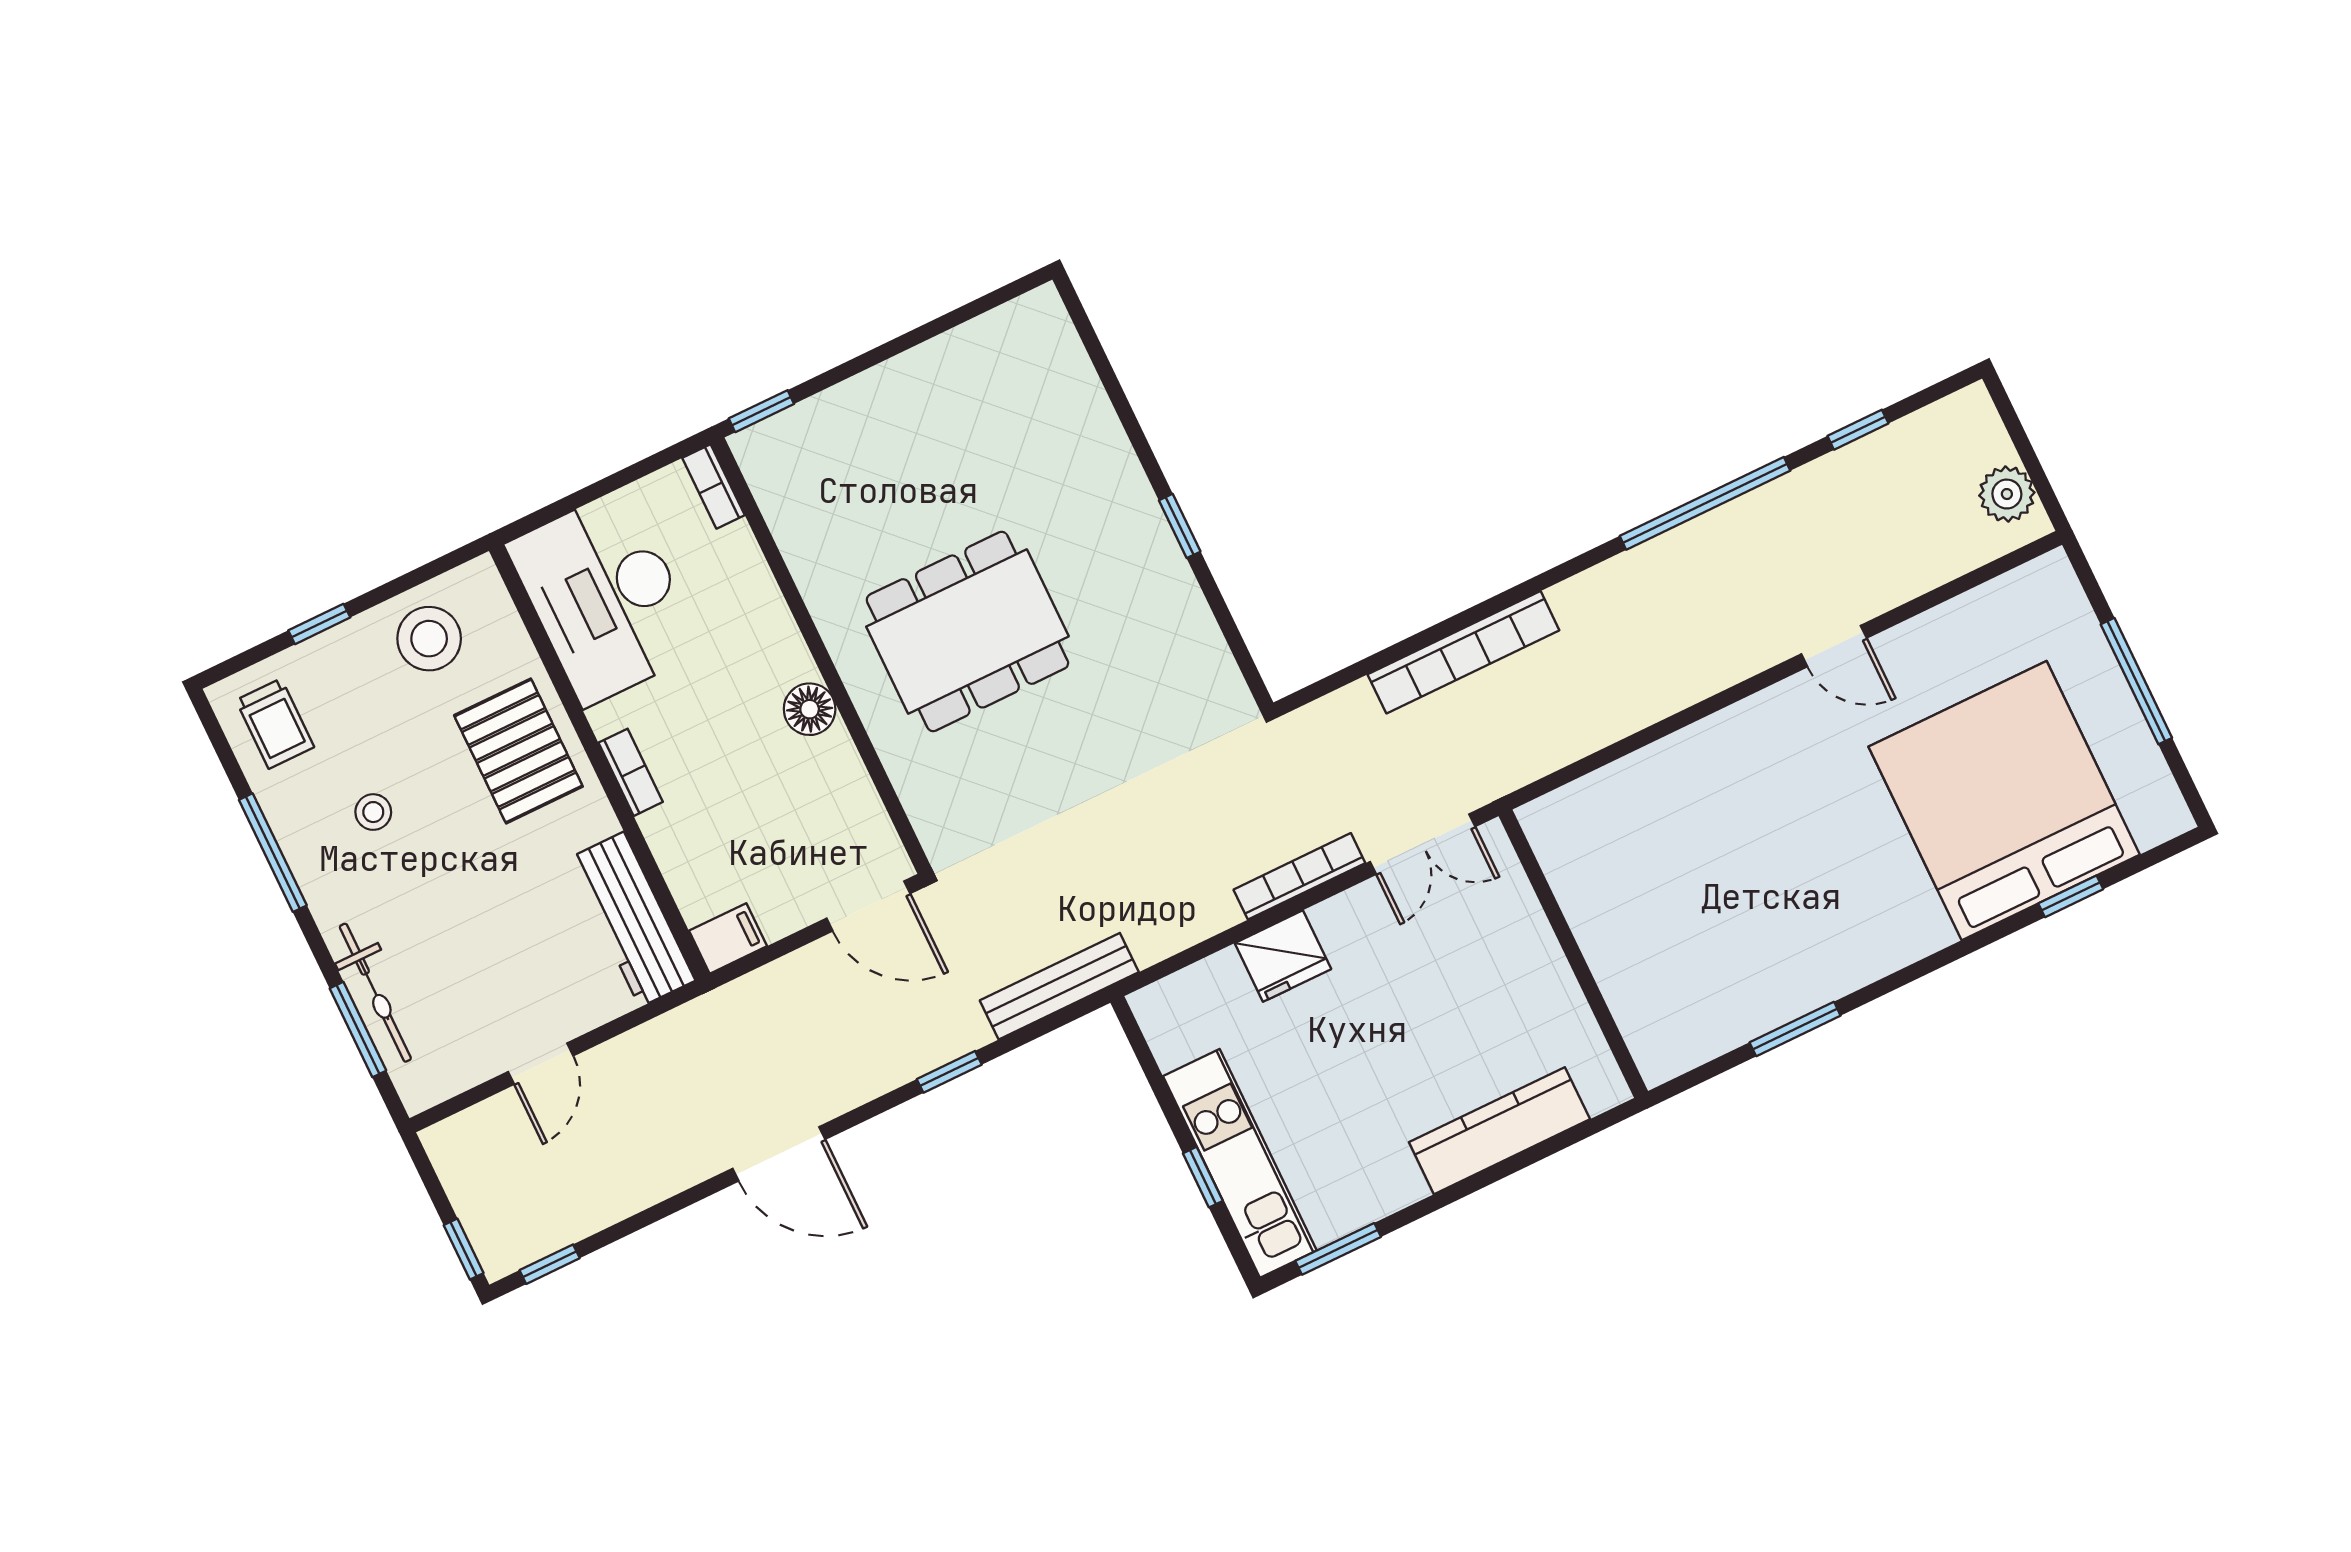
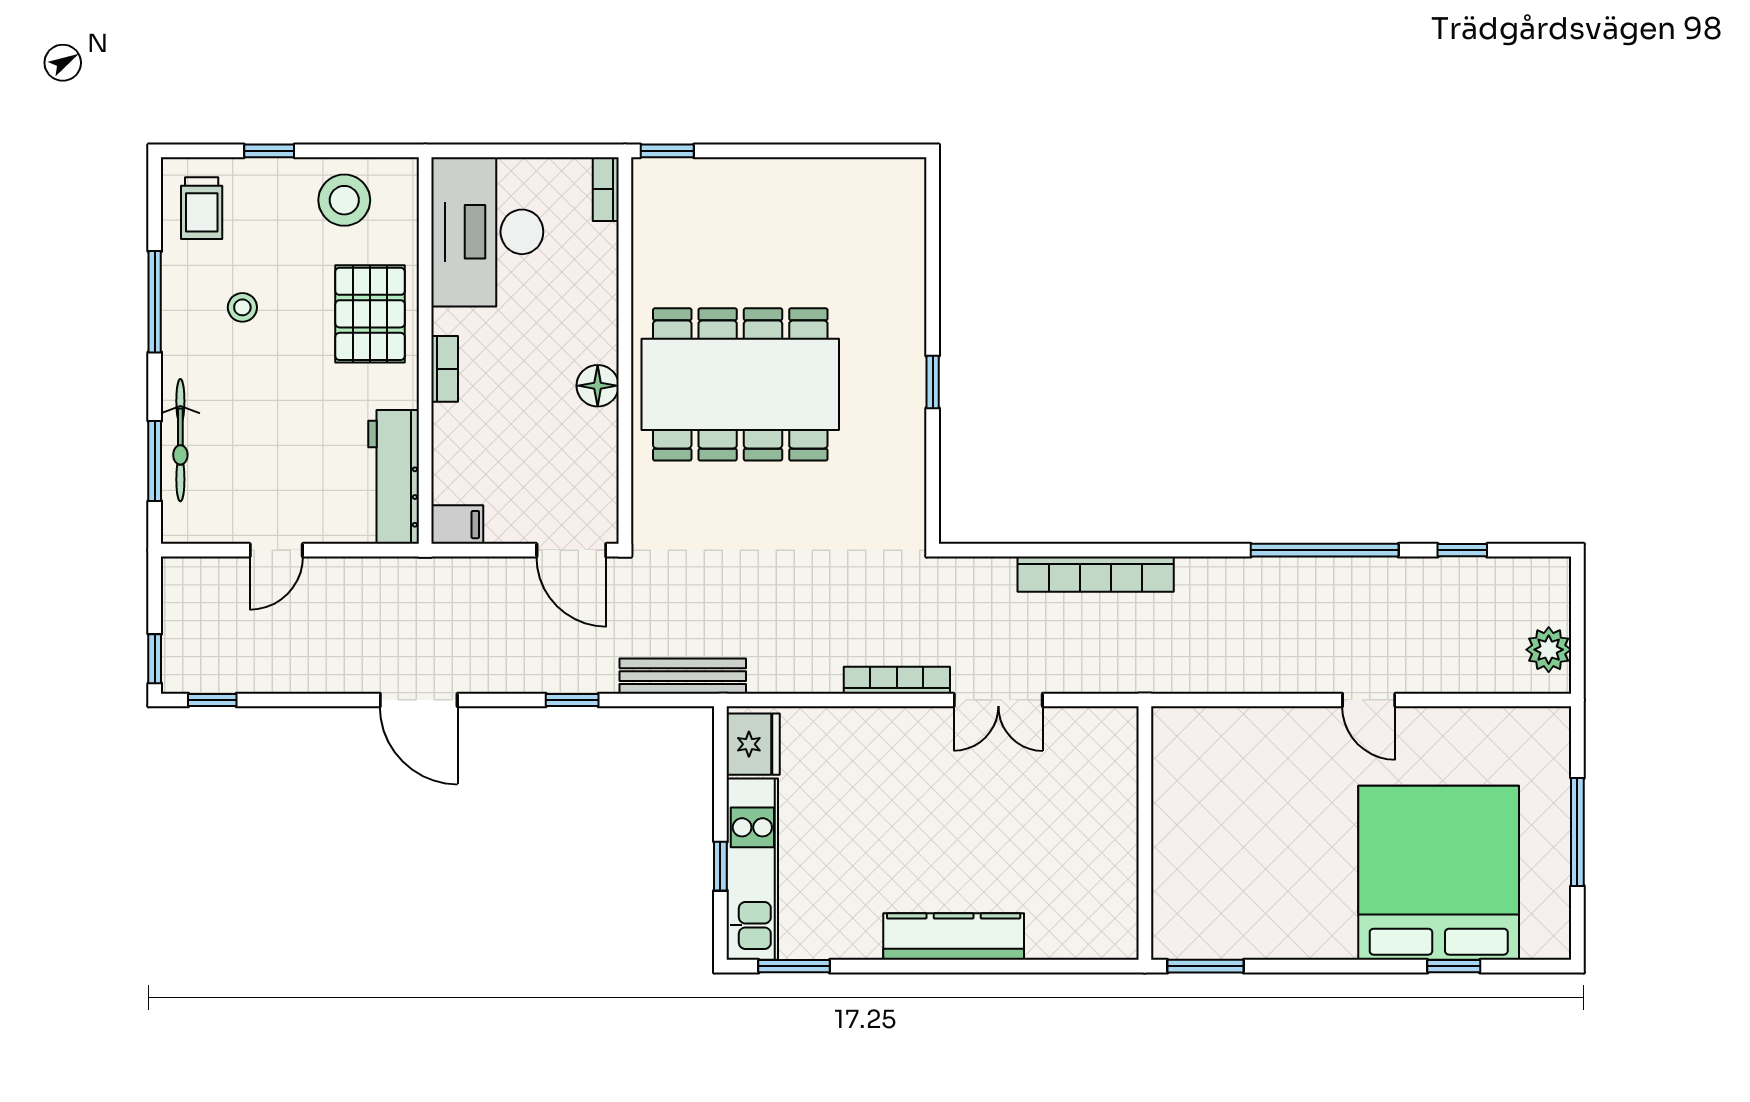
dining table: (967, 631) -> (740, 384), width x1.36, depth x1.24
wall: (1573, 954) -> (1145, 833), moved
fridge: (1283, 956) -> (753, 744), moved, turned -90

